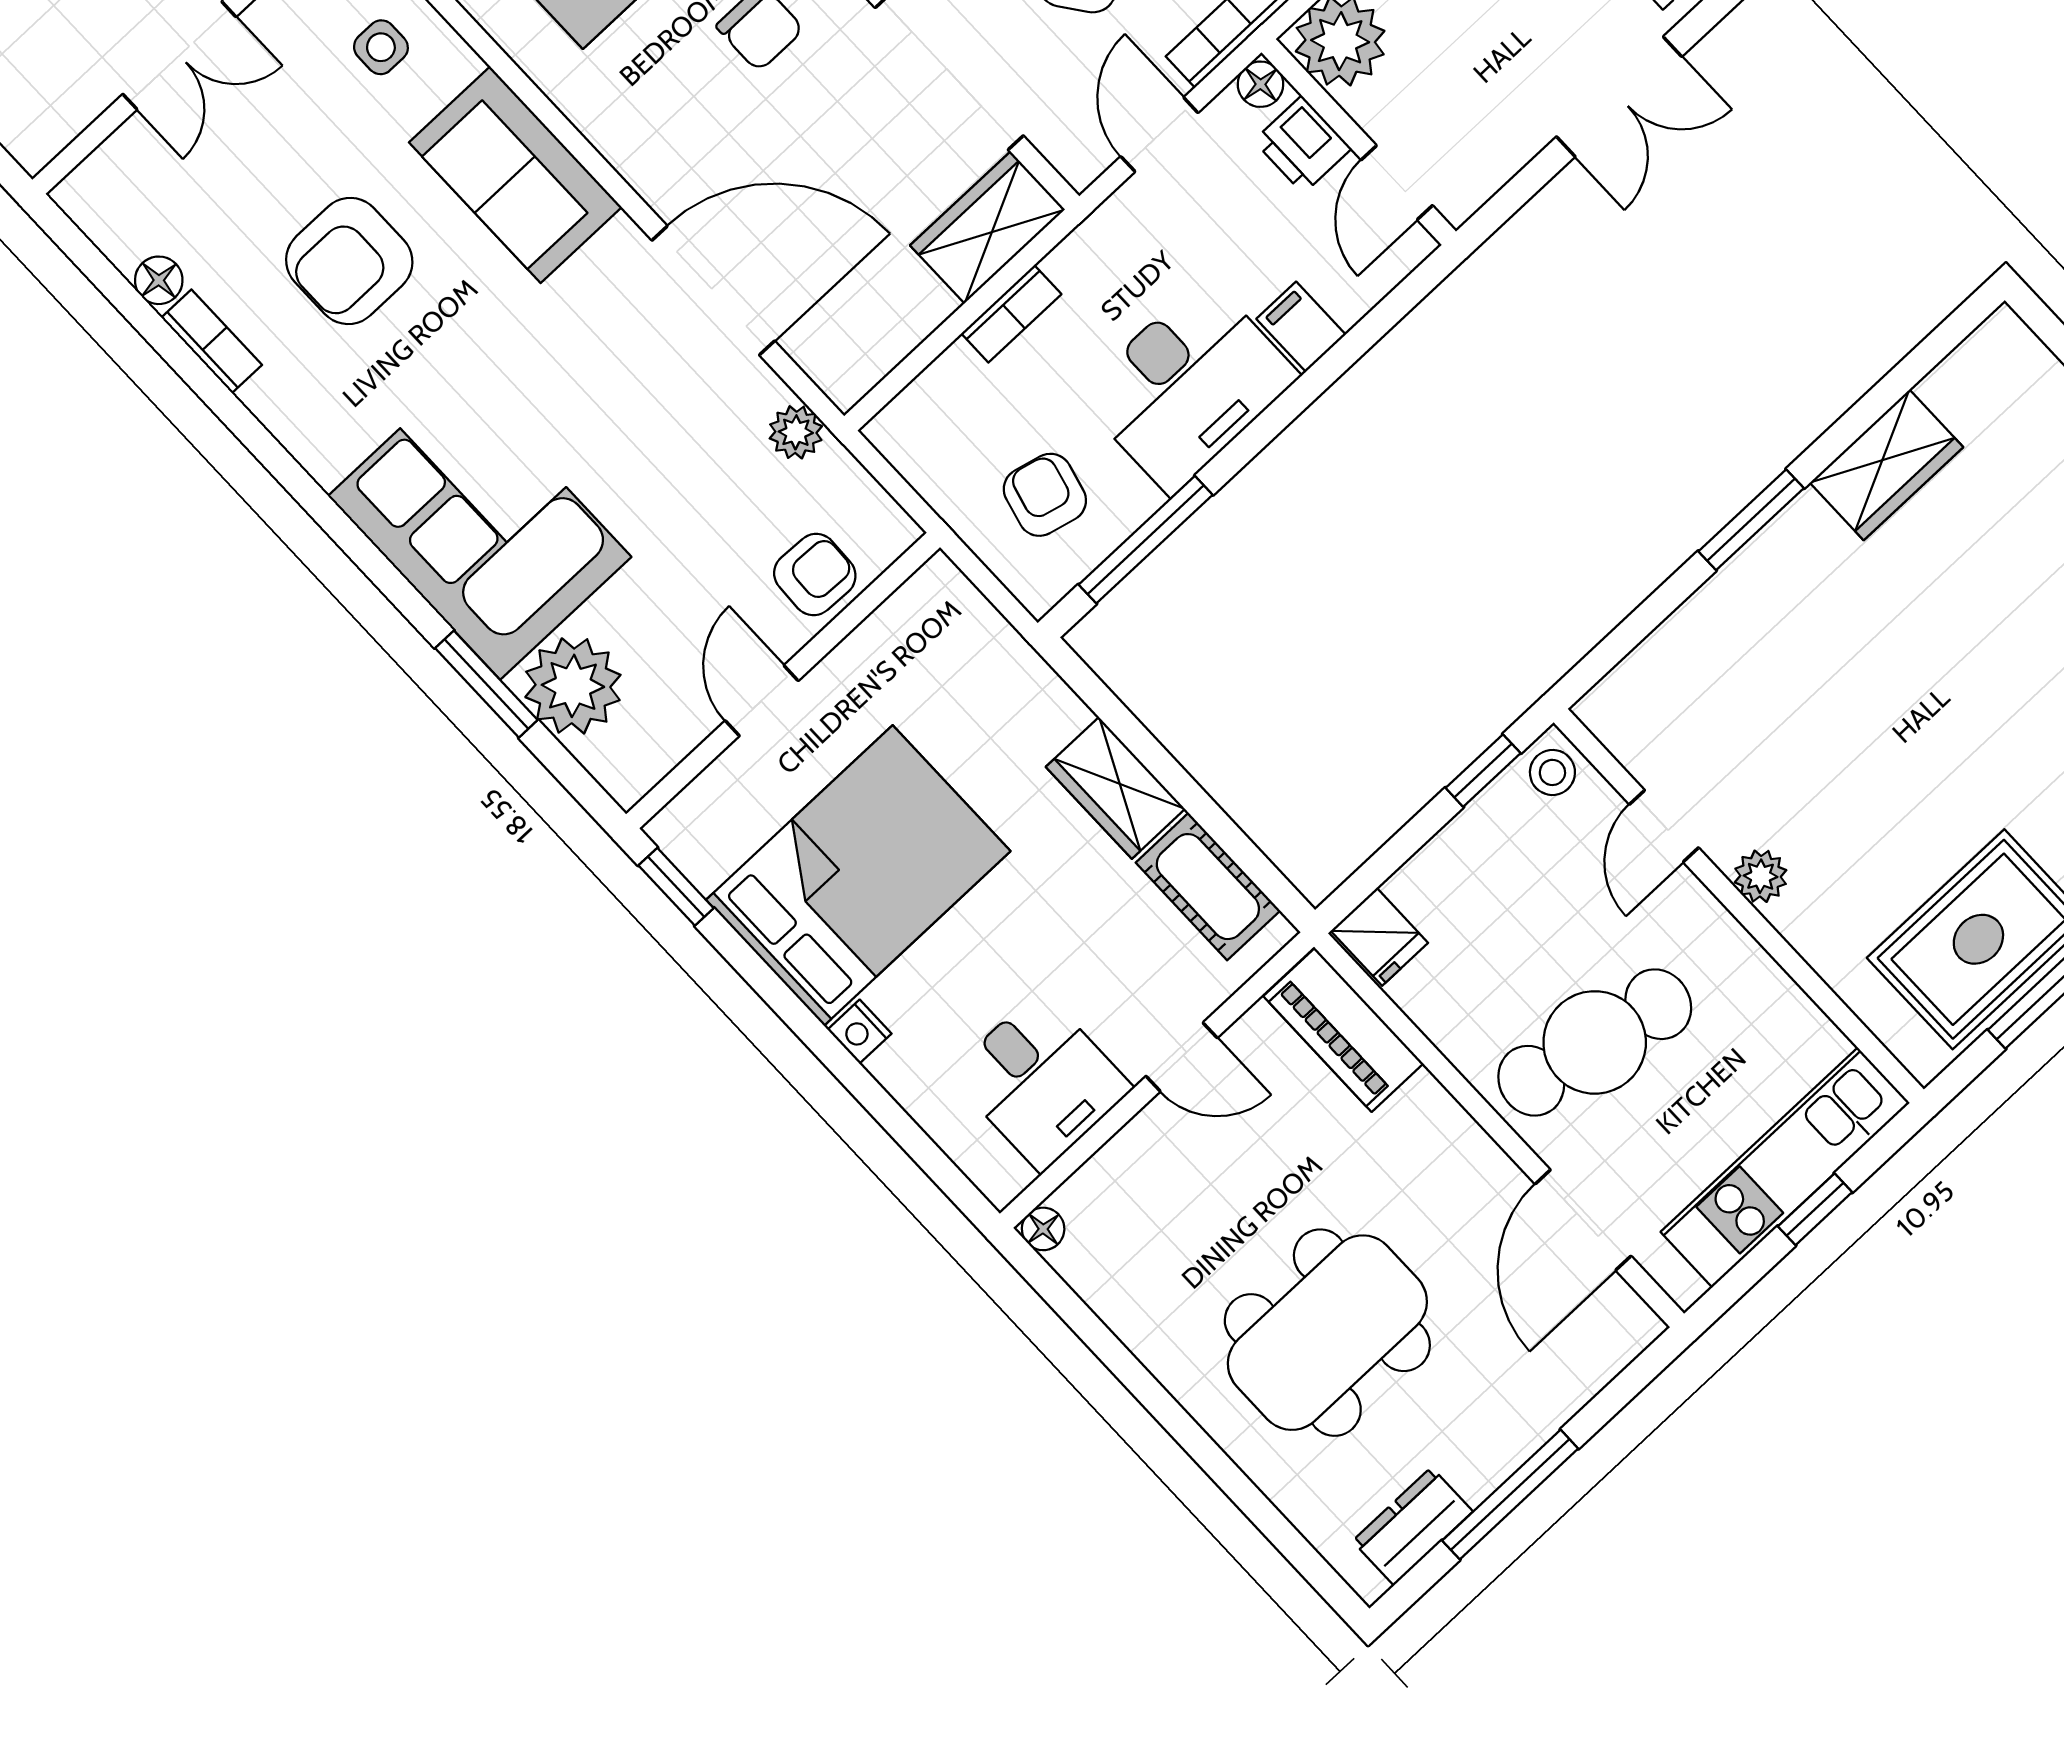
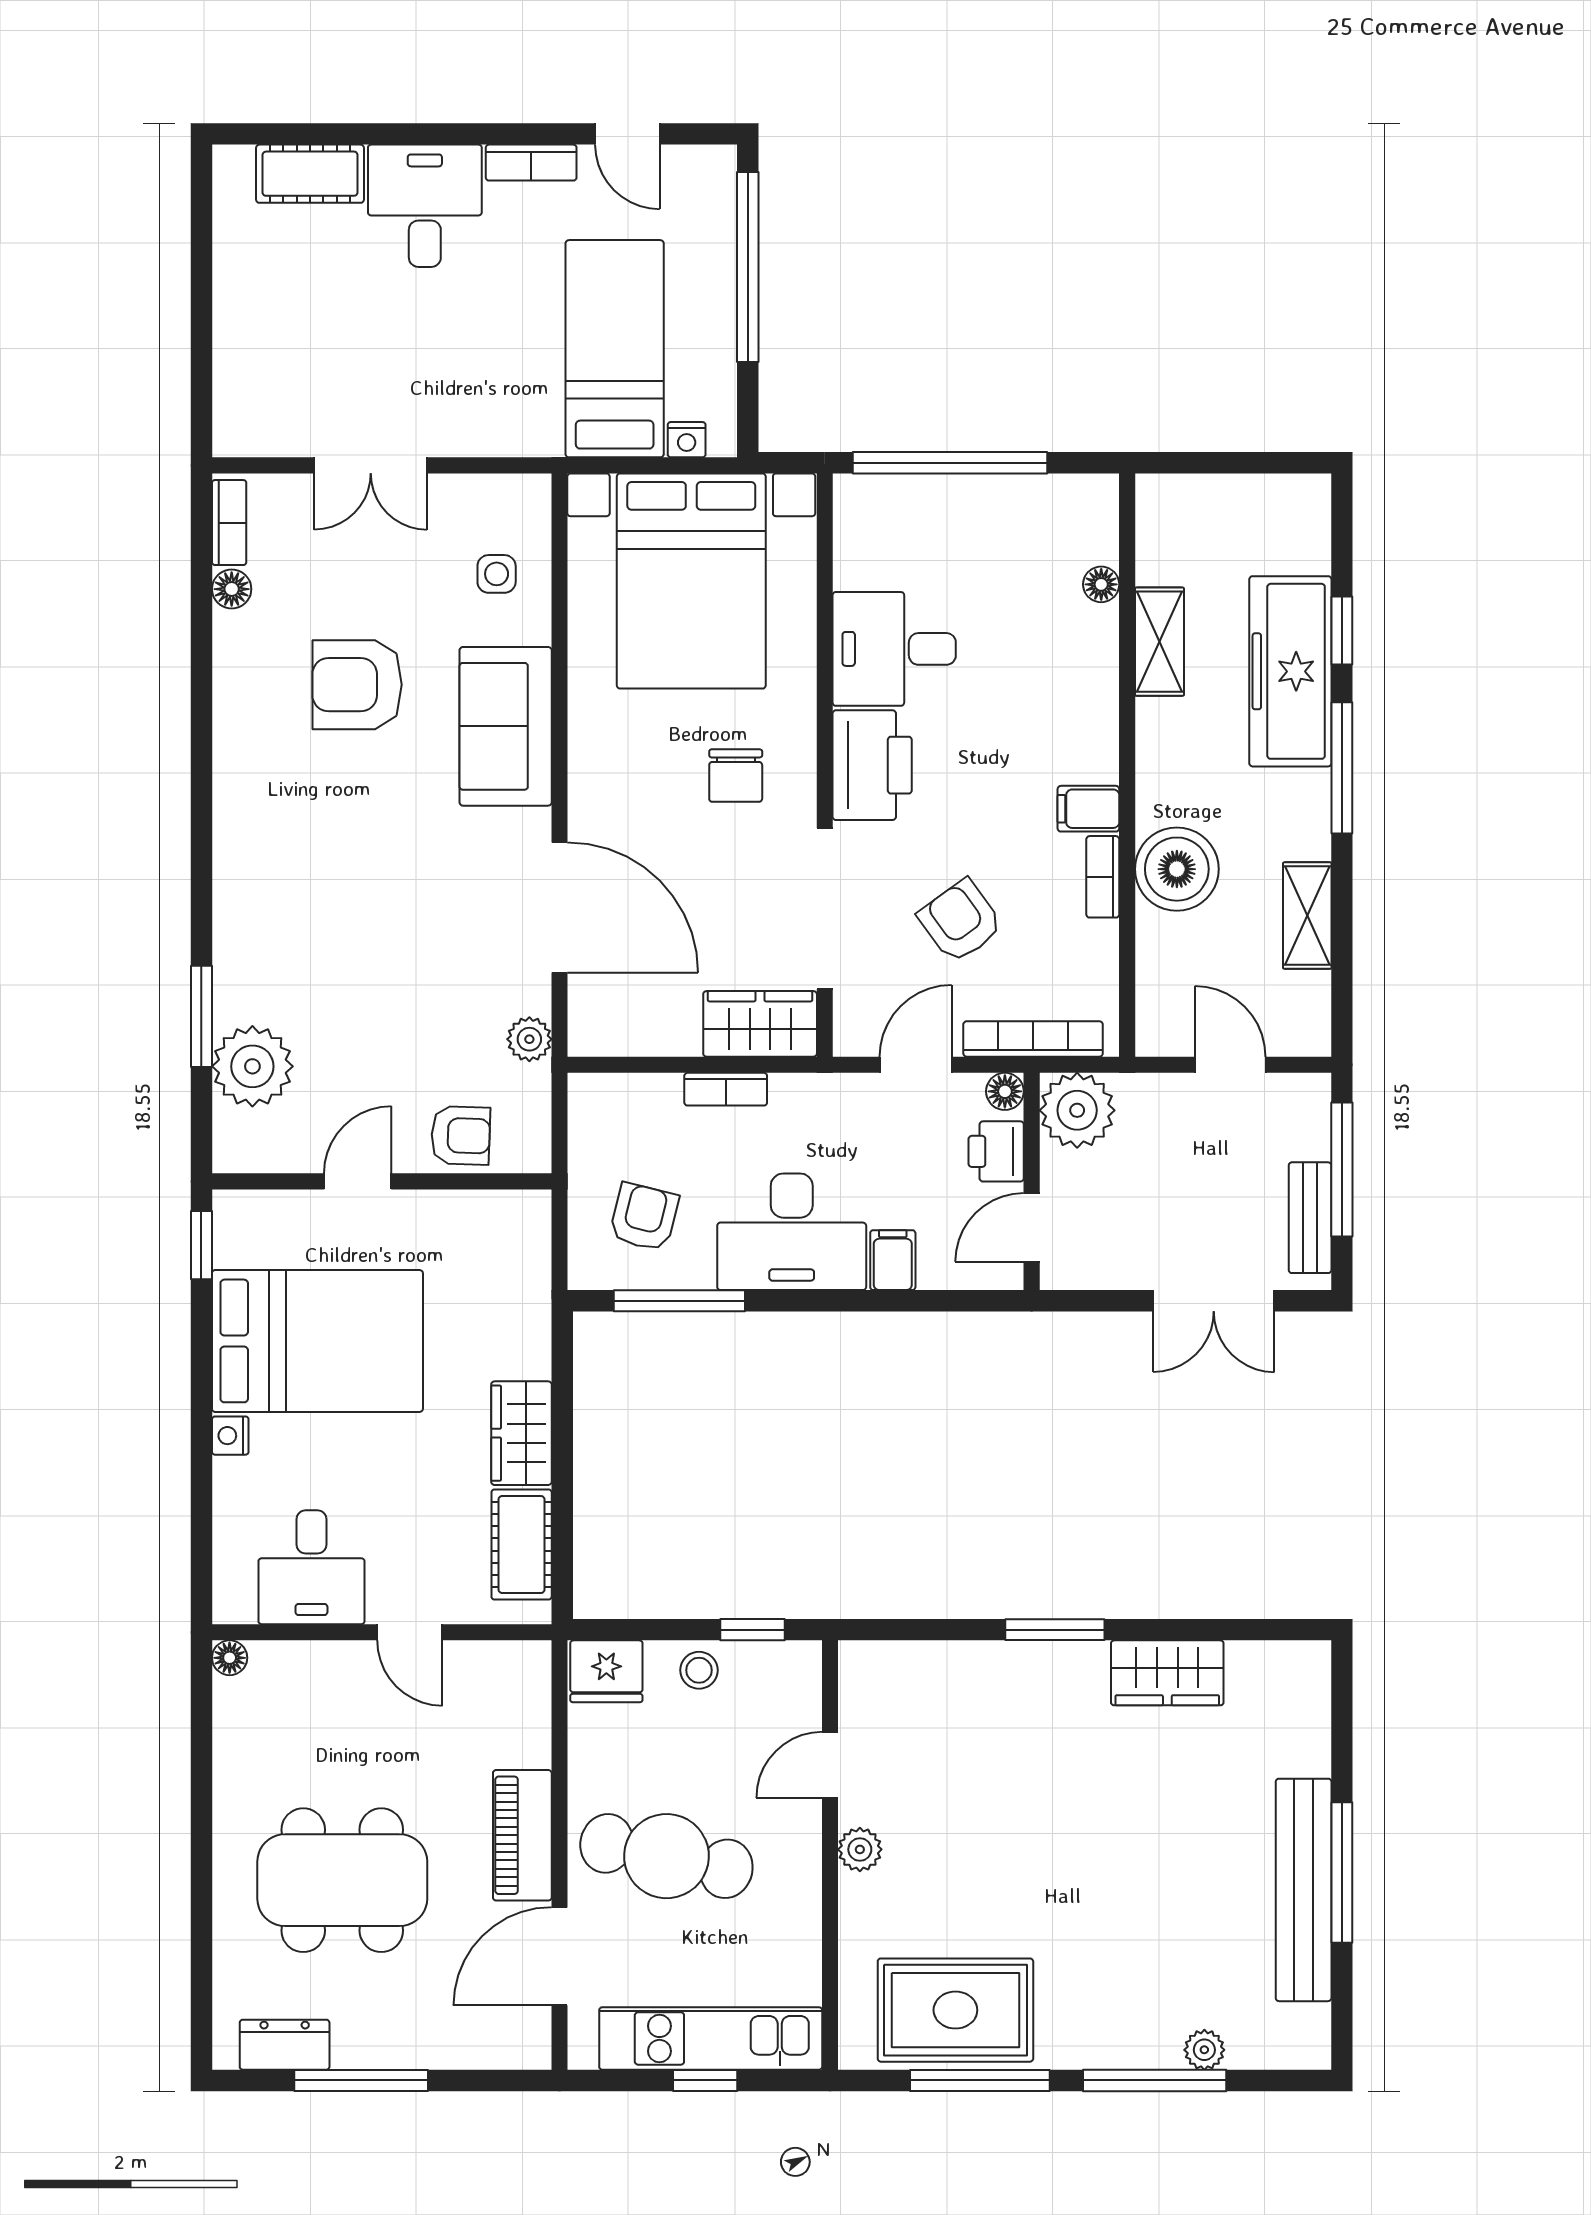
bookcase: (212, 341) -> (229, 523), moved
corner sofa: (480, 526) -> (286, 918), removed
stool: (1552, 772) -> (699, 1670), moved
fridge: (1379, 937) -> (606, 1671), width x1.38
piano: (1343, 1030) -> (522, 1835), moved

